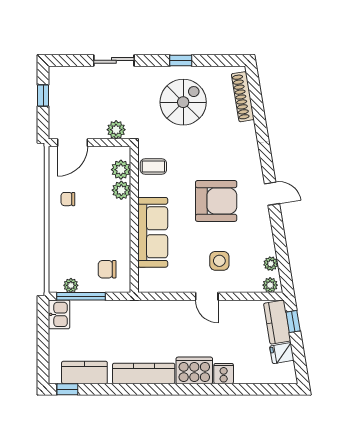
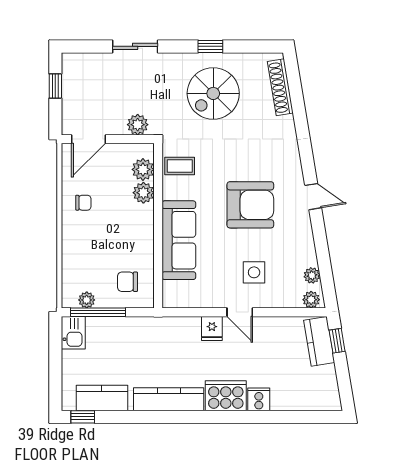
spiral stairs: (183, 102) -> (213, 93), turned 180
chair: (68, 199) -> (83, 203), turned 180
fridge: (282, 353) -> (212, 328), moved, turned -81

